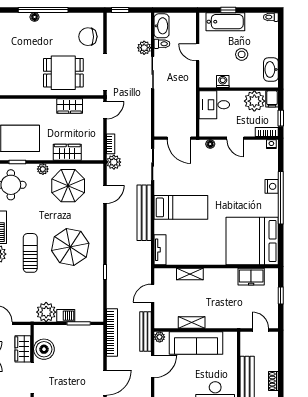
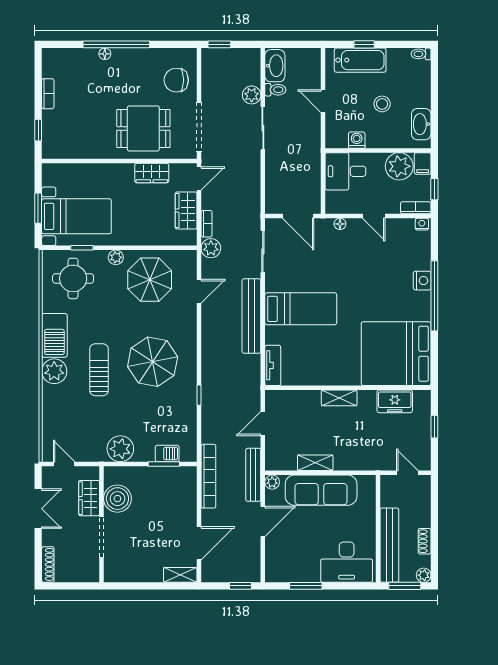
wardrobe: (67, 152) -> (186, 211), moved, turned -90
shelving: (190, 274) -> (339, 398), moved
barbecue: (66, 316) -> (167, 454), moved

